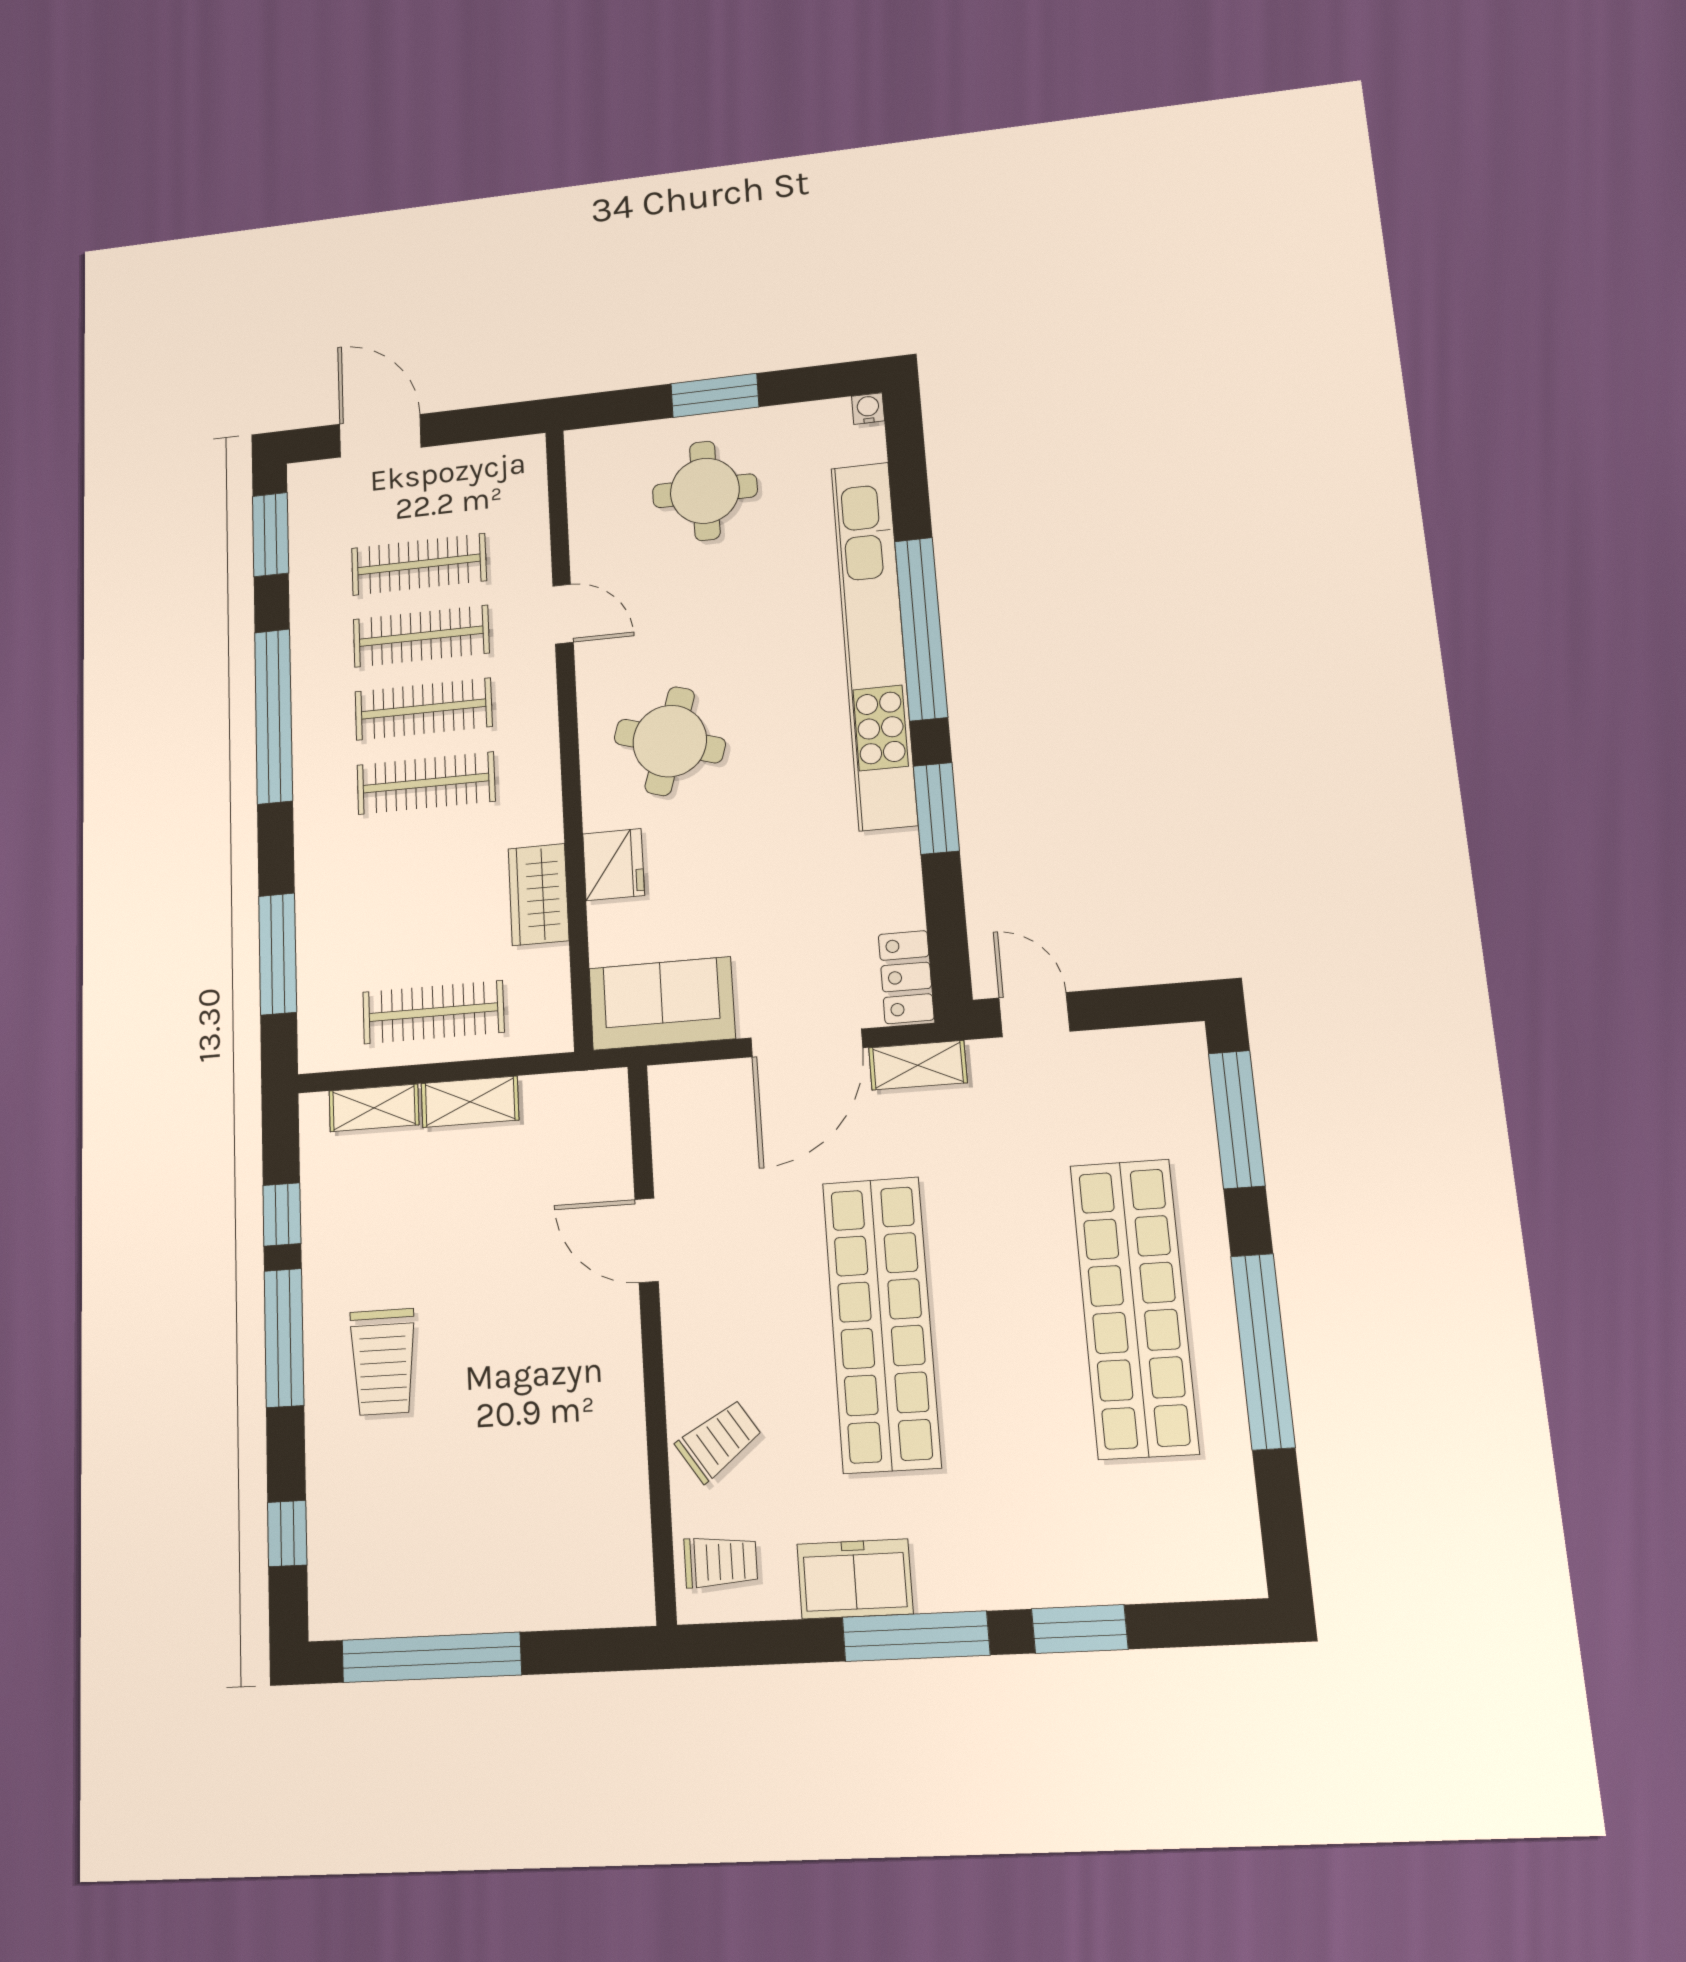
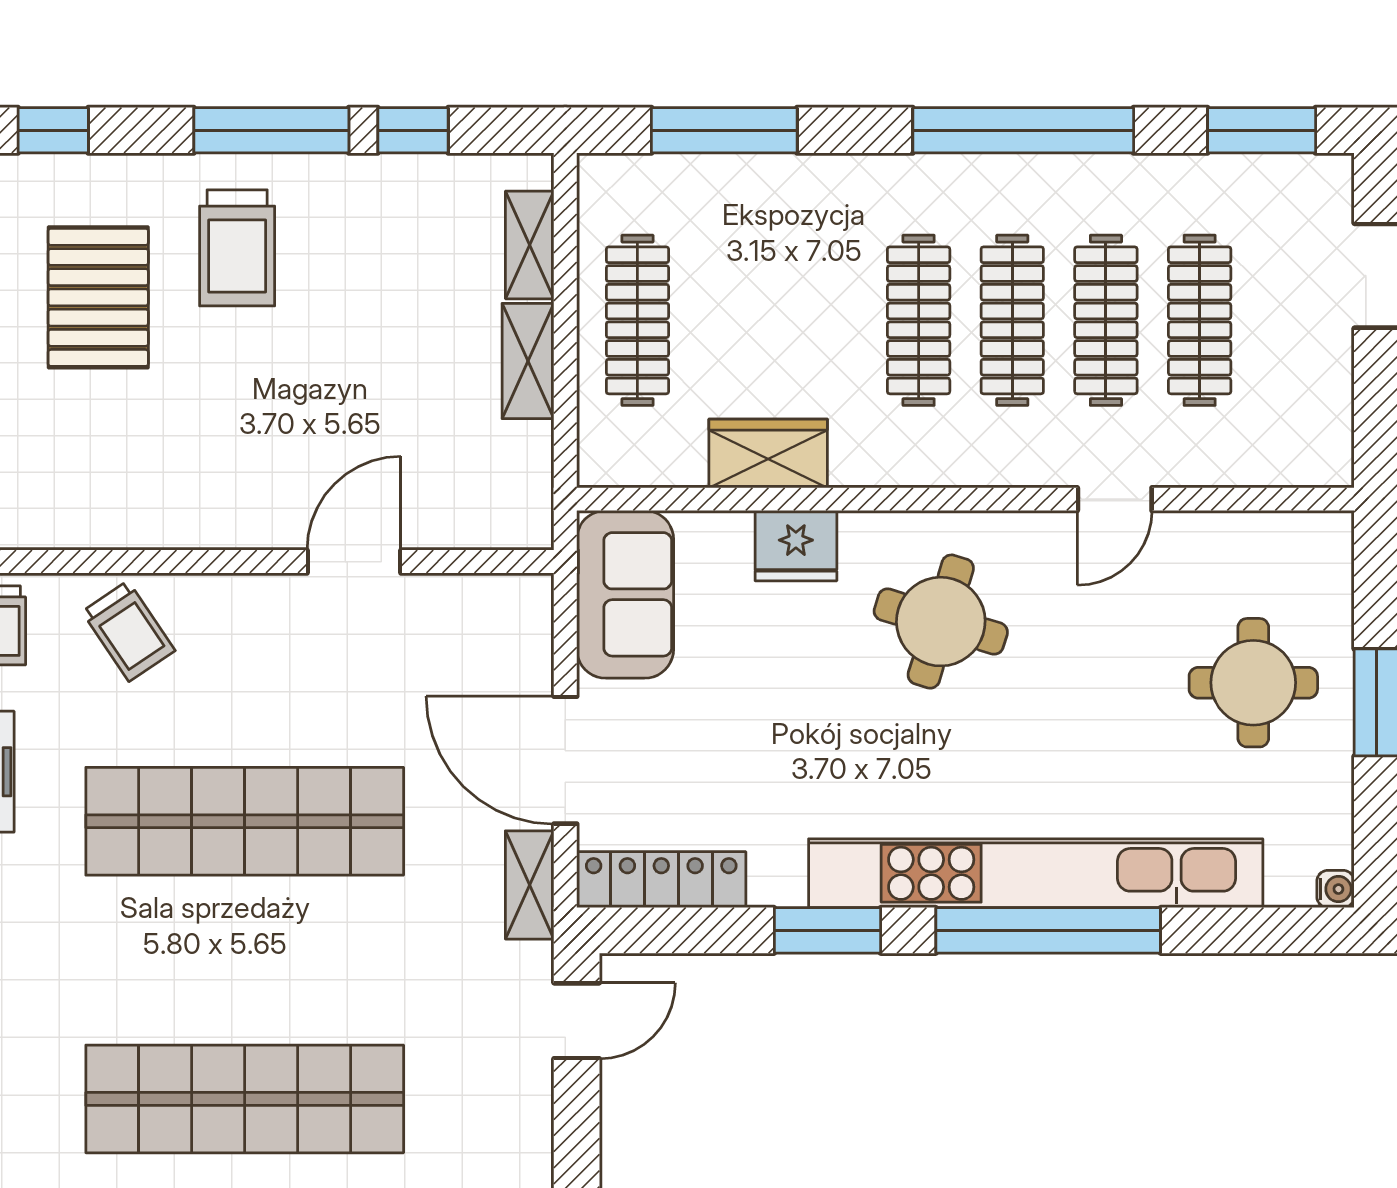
locker: (906, 977) -> (661, 880), width x1.53
trolley: (383, 1362) -> (237, 248), turned -90
pallet: (429, 1485) -> (98, 297), added

